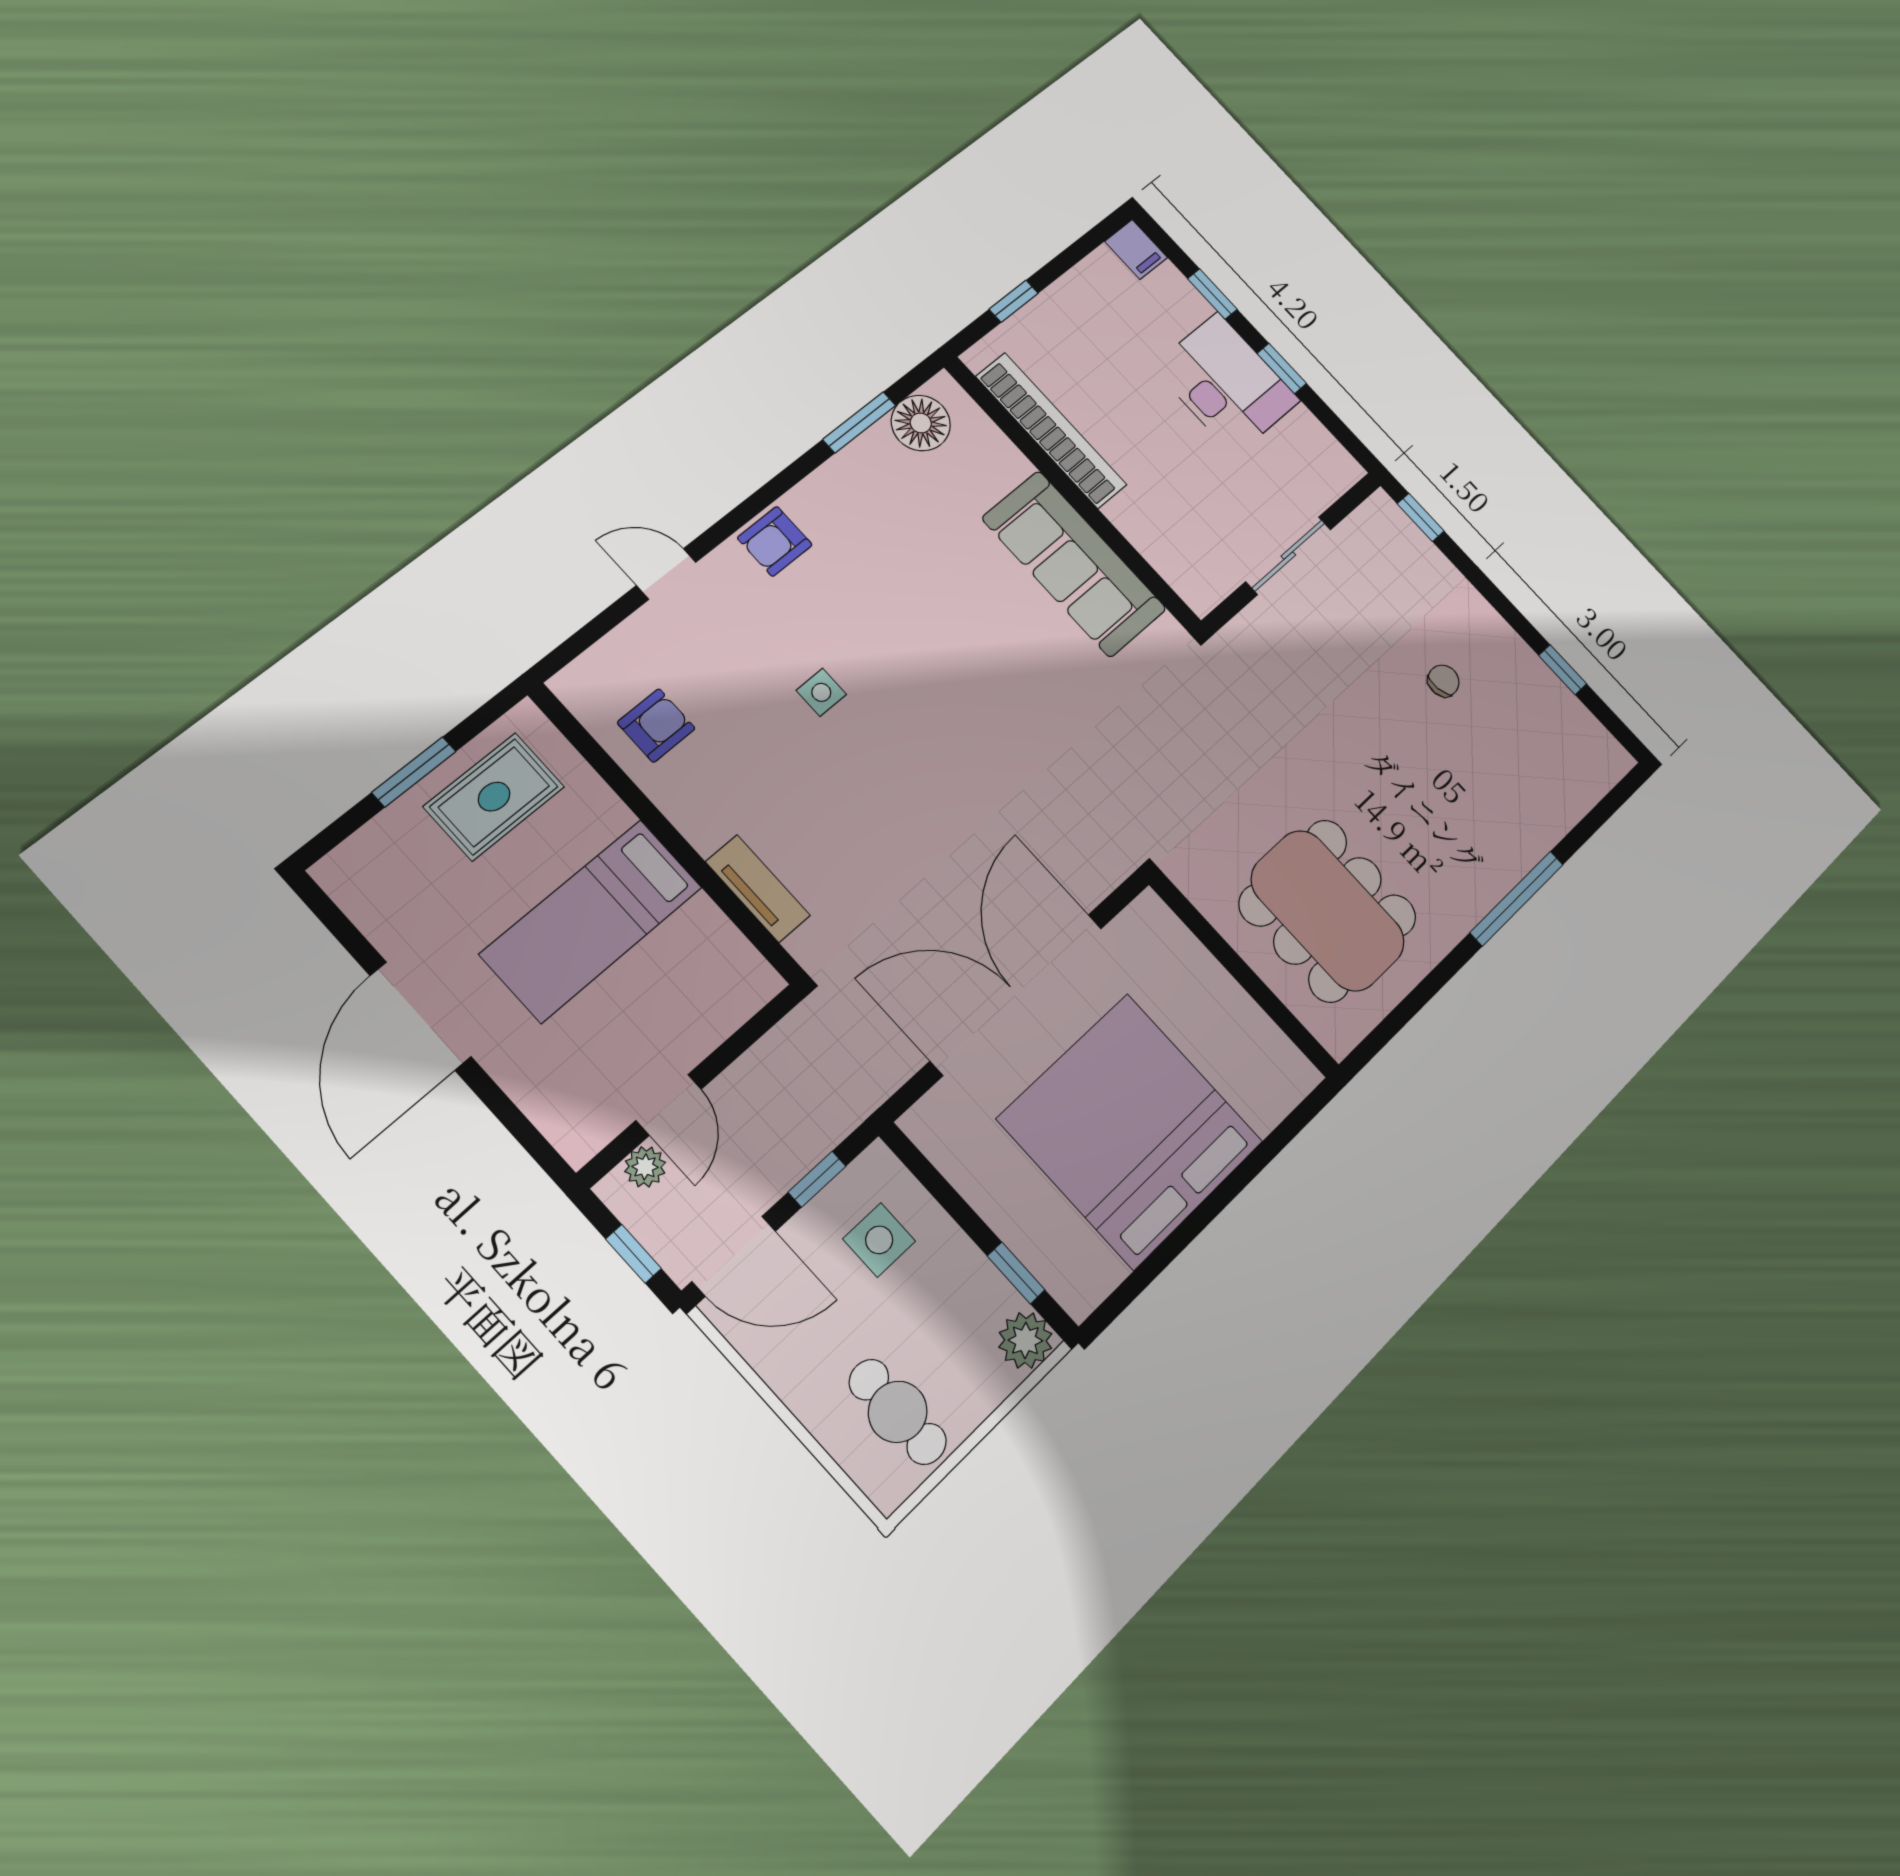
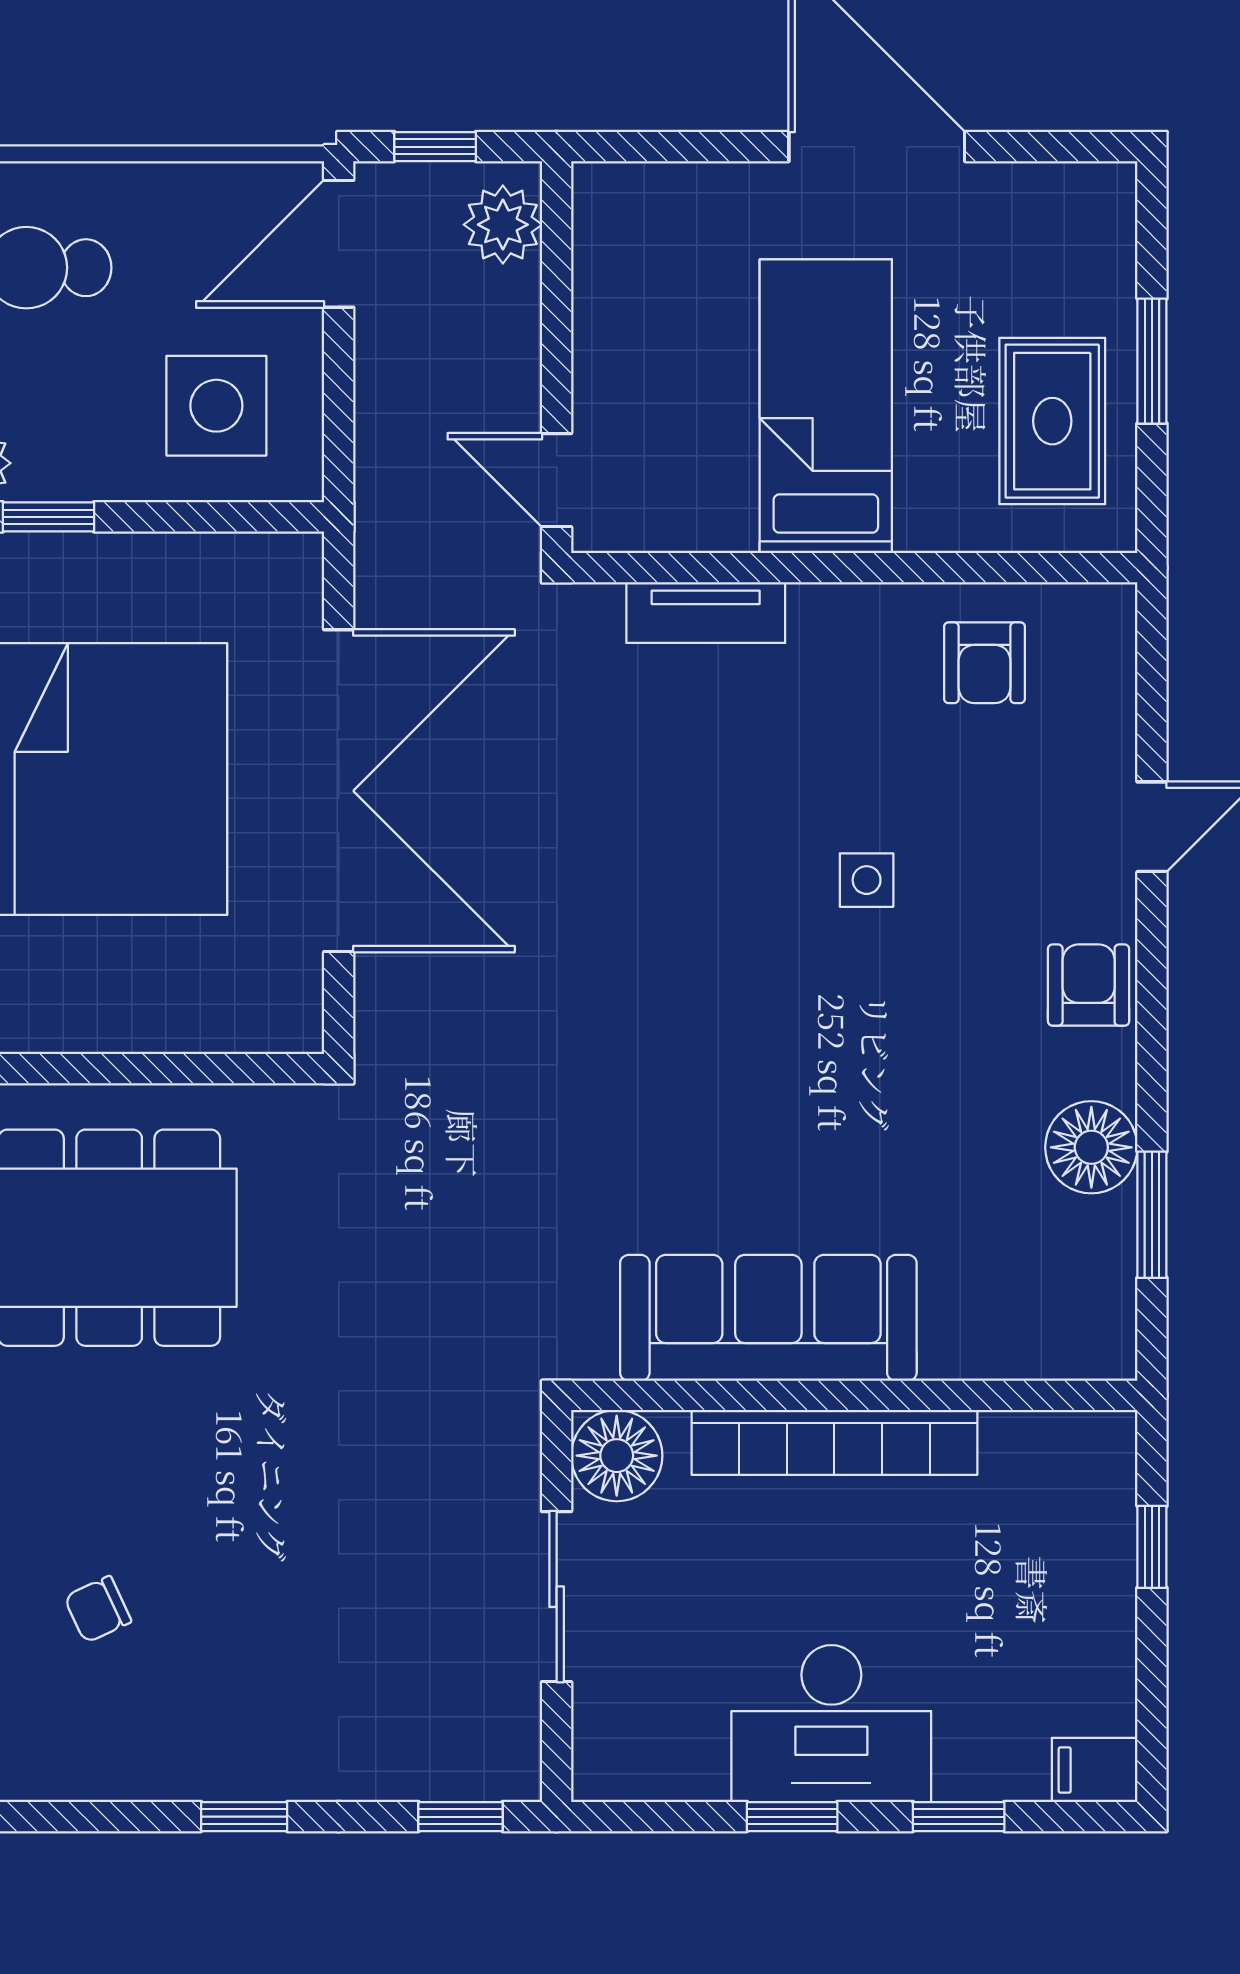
floor lamp: (921, 423) -> (1091, 1147), moved
bookcase: (1051, 430) -> (834, 1442), moved
floor lamp: (1201, 581) -> (617, 1456), added
window: (1563, 670) -> (244, 1817), moved
chair: (1443, 681) -> (98, 1609), moved, turned 73
door: (669, 1105) -> (557, 480), moved
plant: (645, 1167) -> (503, 225), width x1.38, depth x1.38
window: (817, 1179) -> (339, 398), removed
side table: (879, 1240) -> (216, 406), width x1.37, depth x1.37

